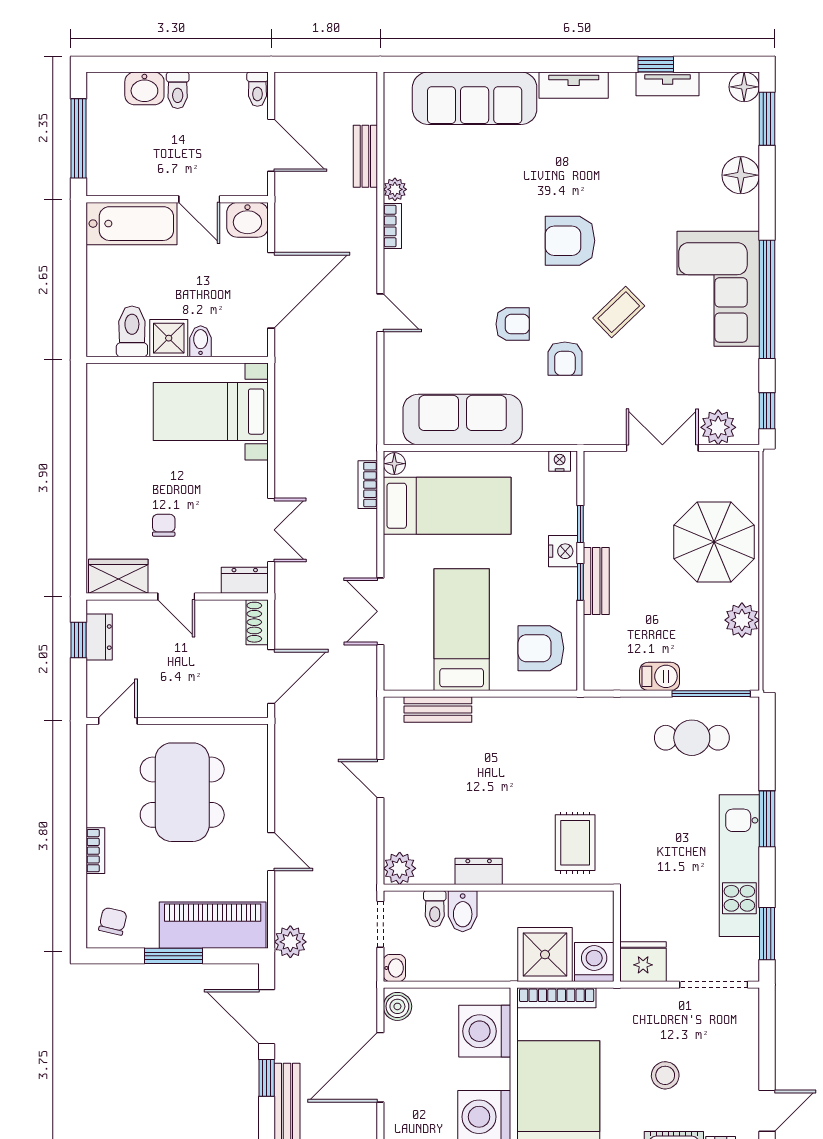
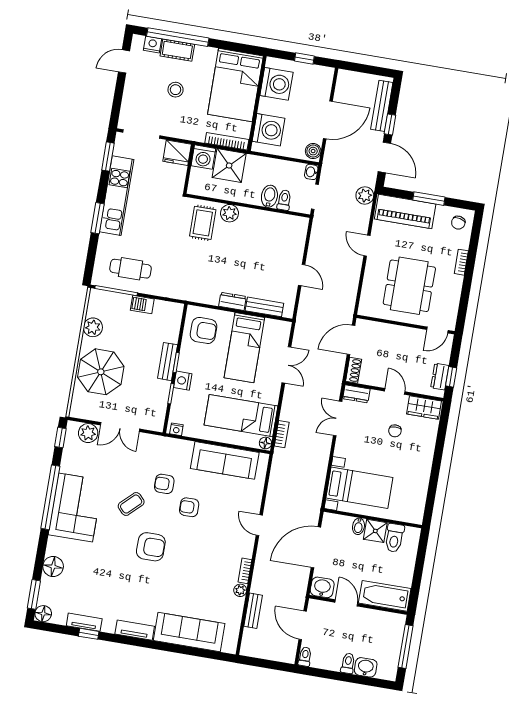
armchair: (565, 359) -> (164, 484), turned -90
plant: (400, 868) -> (230, 213), moved
dresser: (479, 871) -> (232, 301), moved, turned 180

